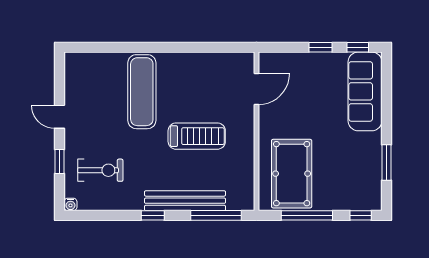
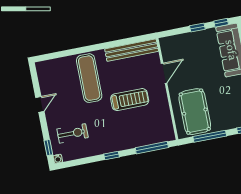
door: (257, 89) -> (164, 73), moved
door: (59, 117) -> (40, 104), swing flipped
window: (59, 161) -> (48, 148), moved
bench: (185, 201) -> (132, 50), moved

